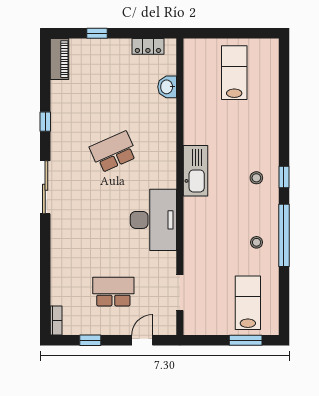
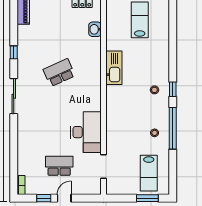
kitchen sink: (195, 171) -> (114, 68), moved
desk: (153, 220) -> (86, 132), moved
lab bench: (248, 303) -> (149, 173), turned 180
door: (142, 340) -> (64, 198), moved

